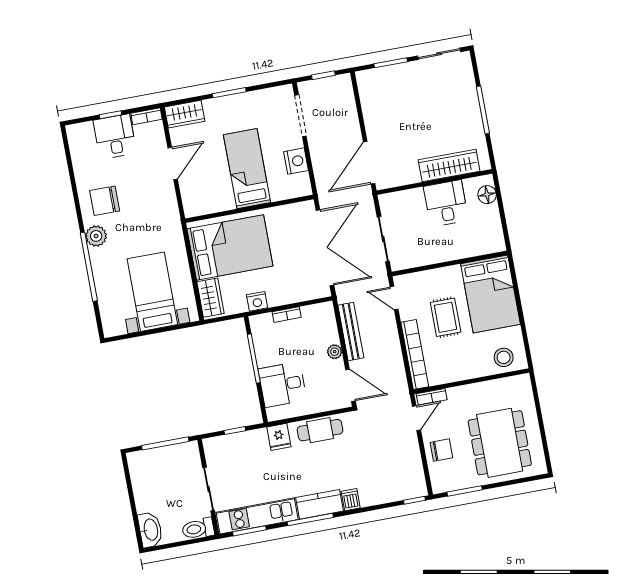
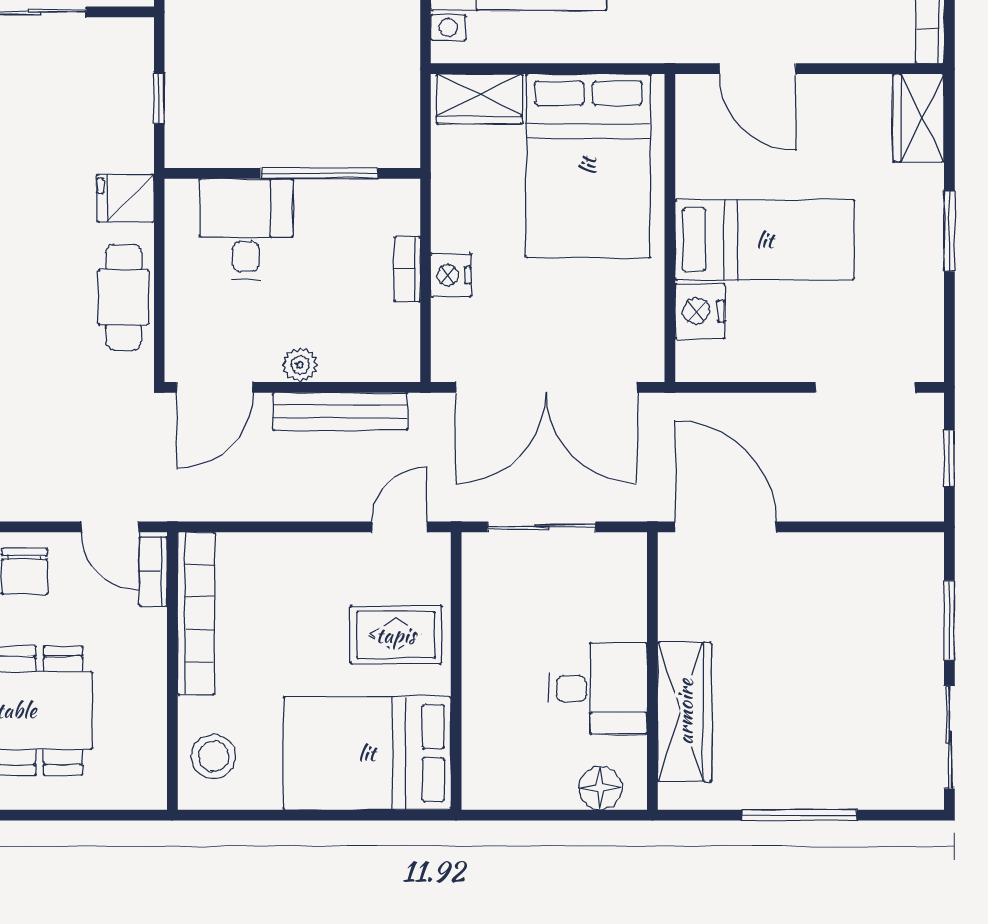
nightstand: (296, 161) -> (700, 311), moved, turned 90
door: (173, 163) -> (758, 69), moved
nightstand: (257, 301) -> (451, 275), moved
rug: (446, 317) -> (396, 635), moved
bookcase: (415, 354) -> (196, 613), moved, turned -90

